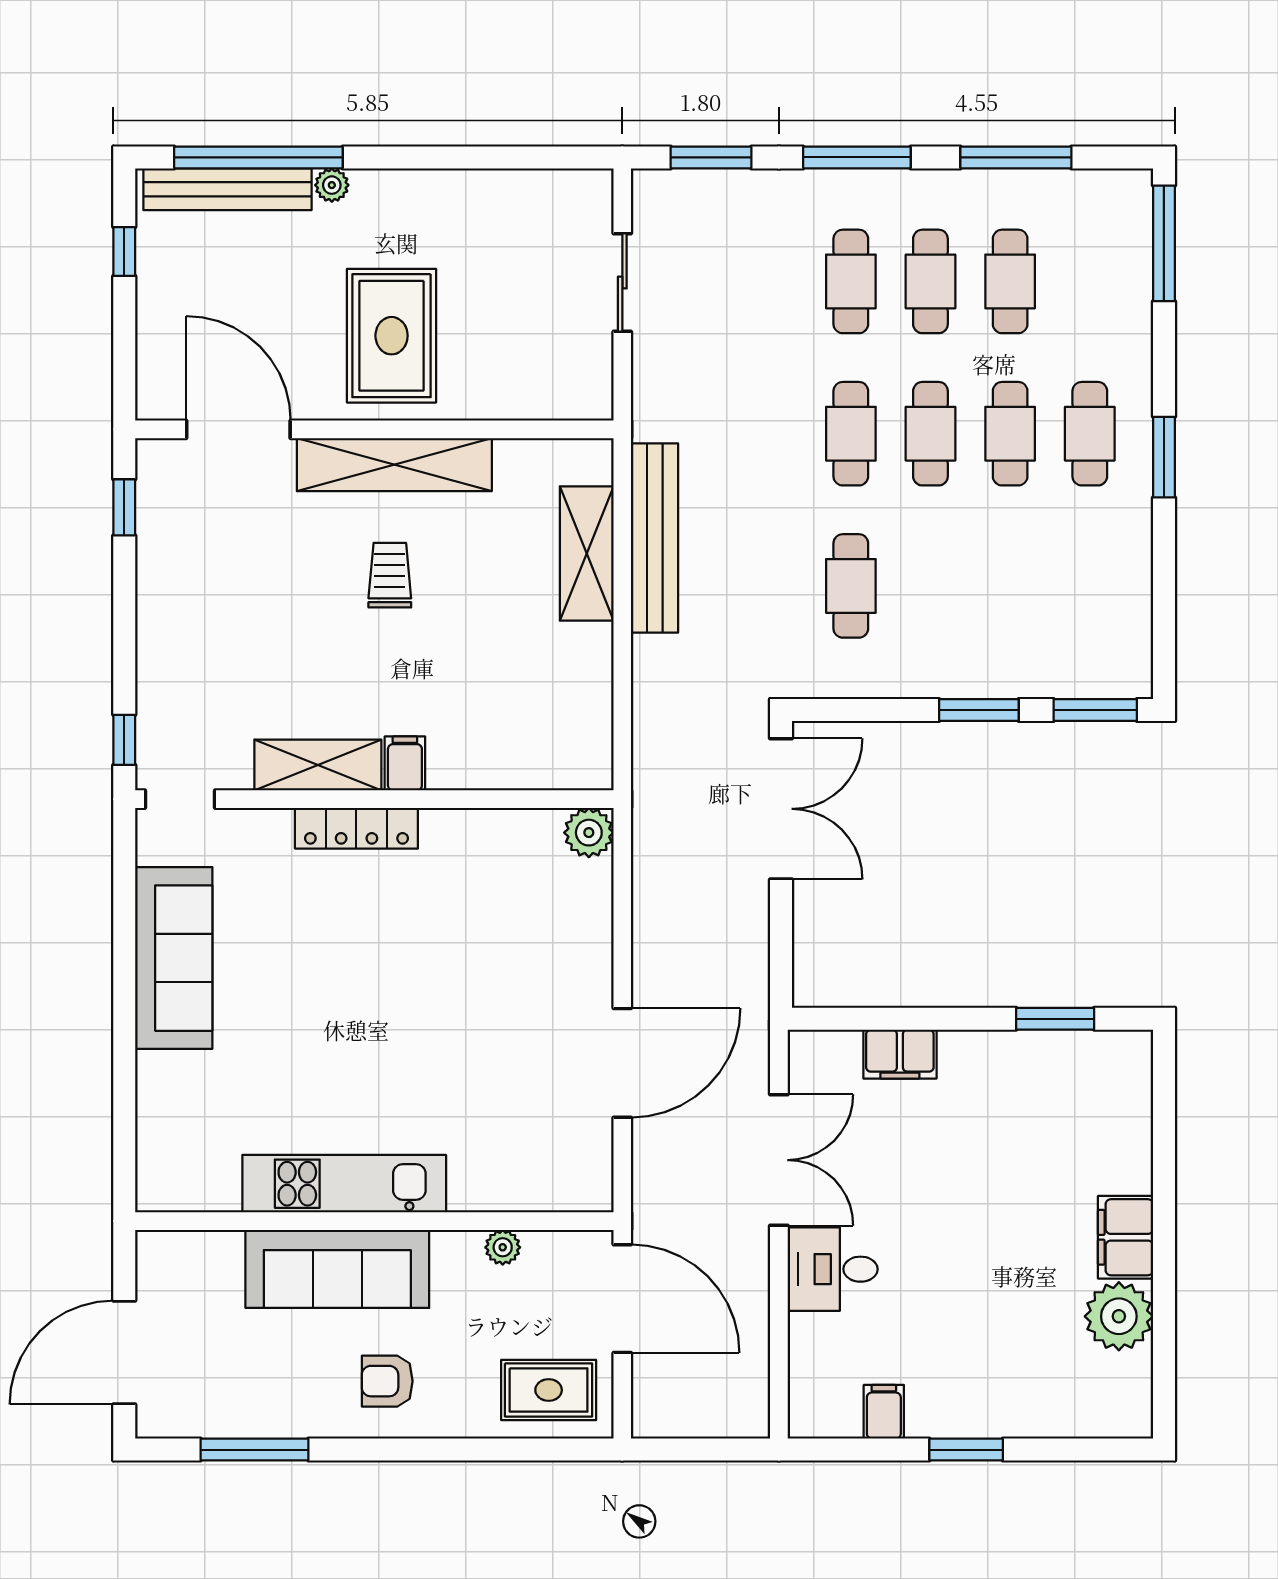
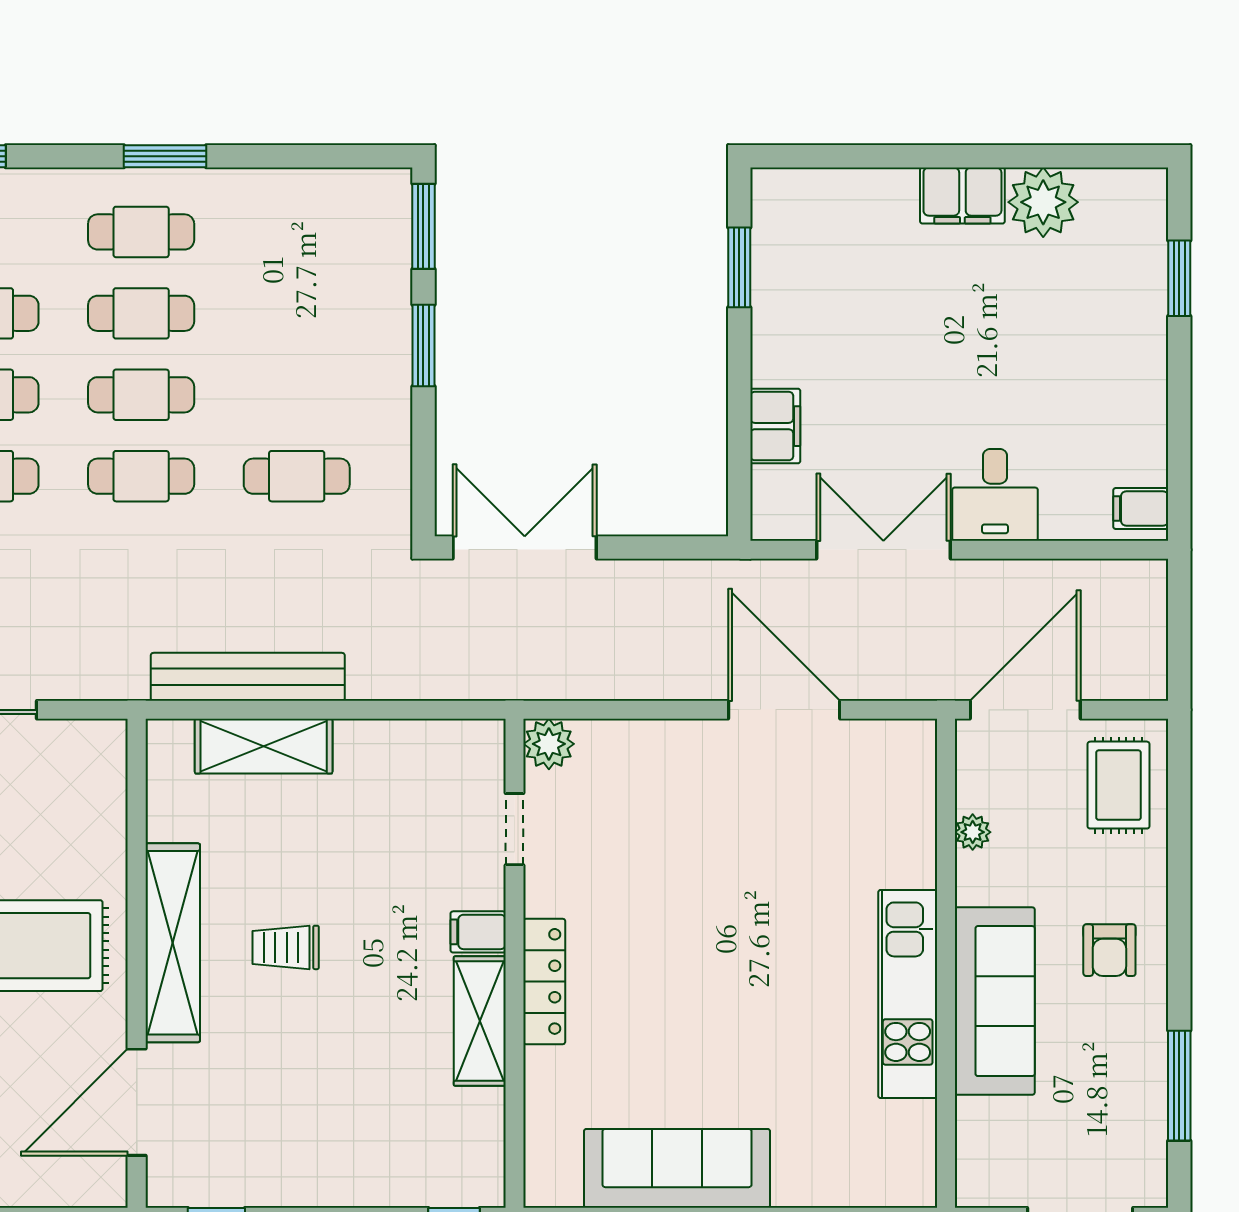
doorway: (180, 799) -> (515, 829), moved
filing cabinet: (884, 1412) -> (1141, 508), moved
window: (966, 1450) -> (1179, 278), moved

